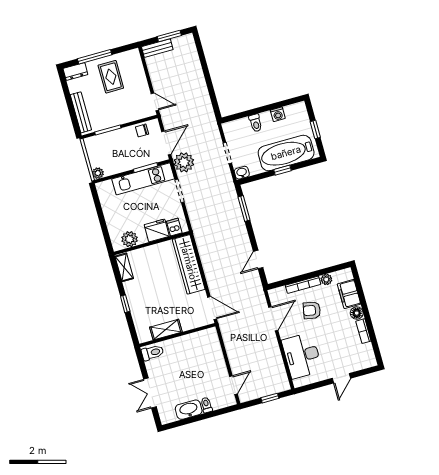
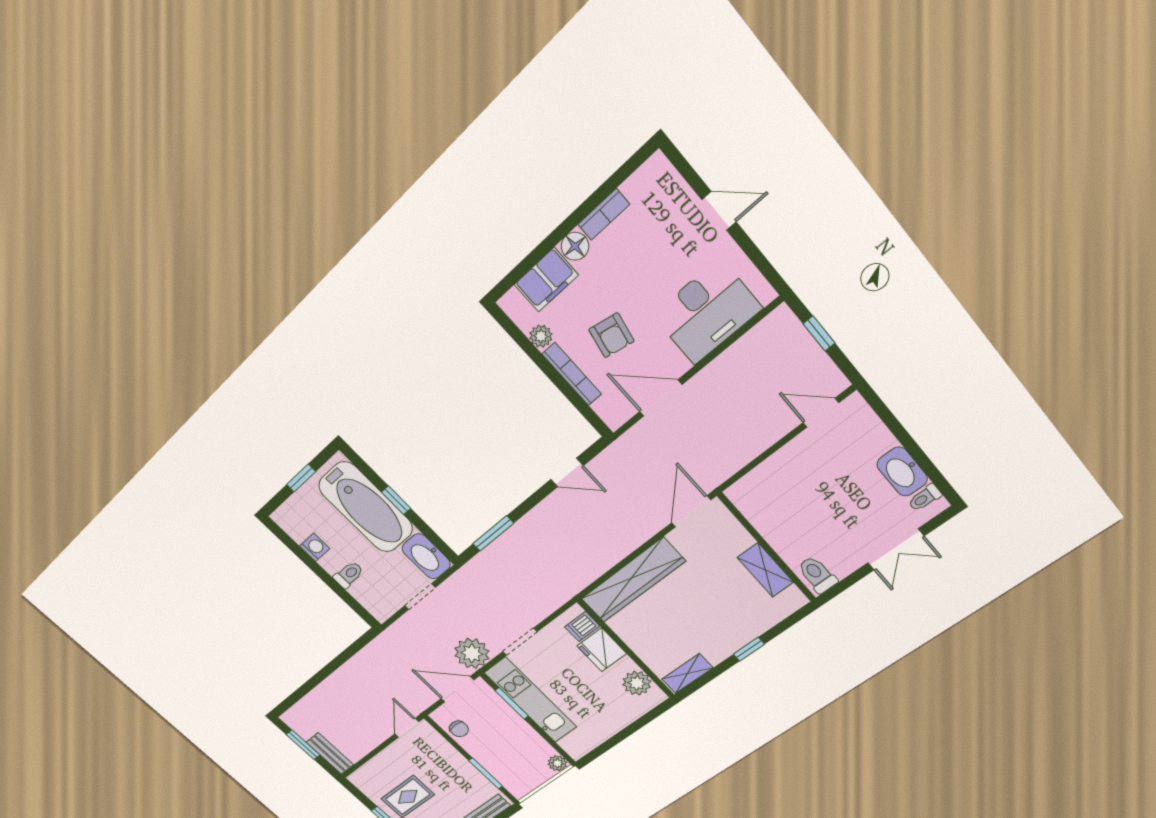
washbasin: (242, 173) -> (426, 556), width x1.91, depth x1.45
toilet: (206, 405) -> (925, 498), moved

